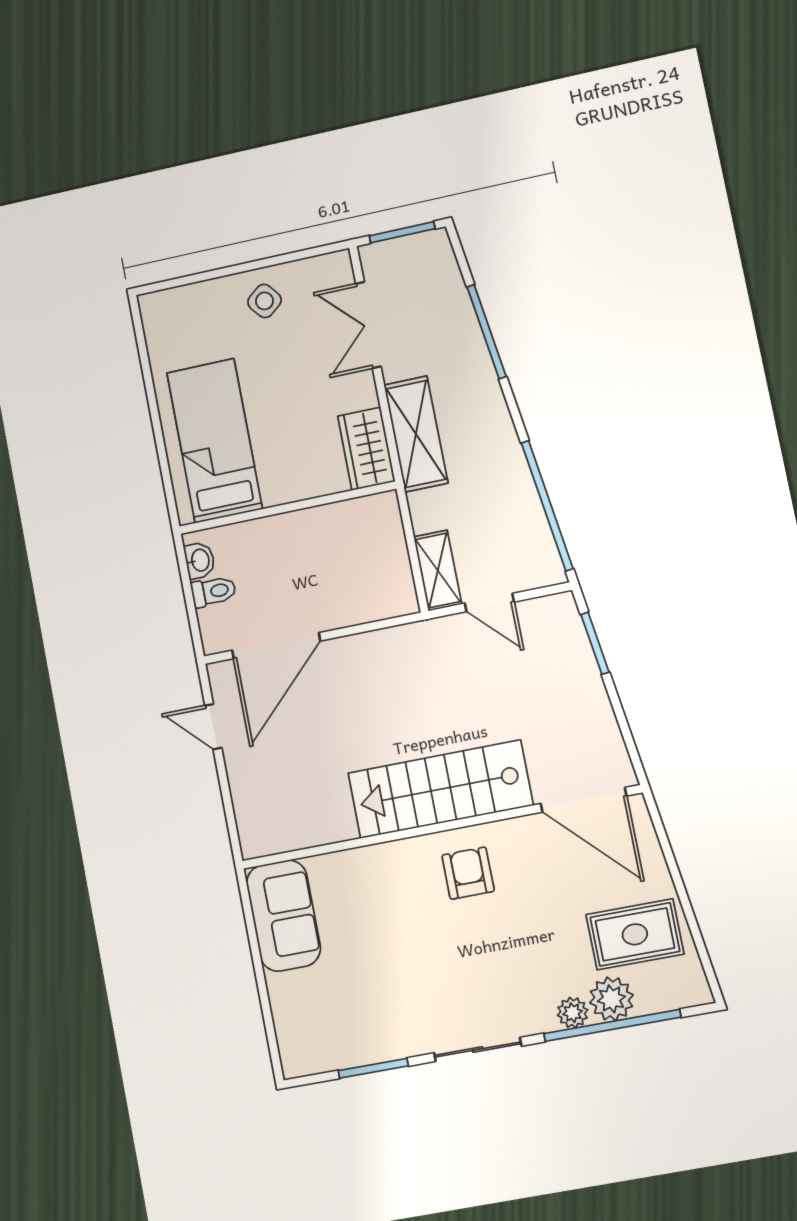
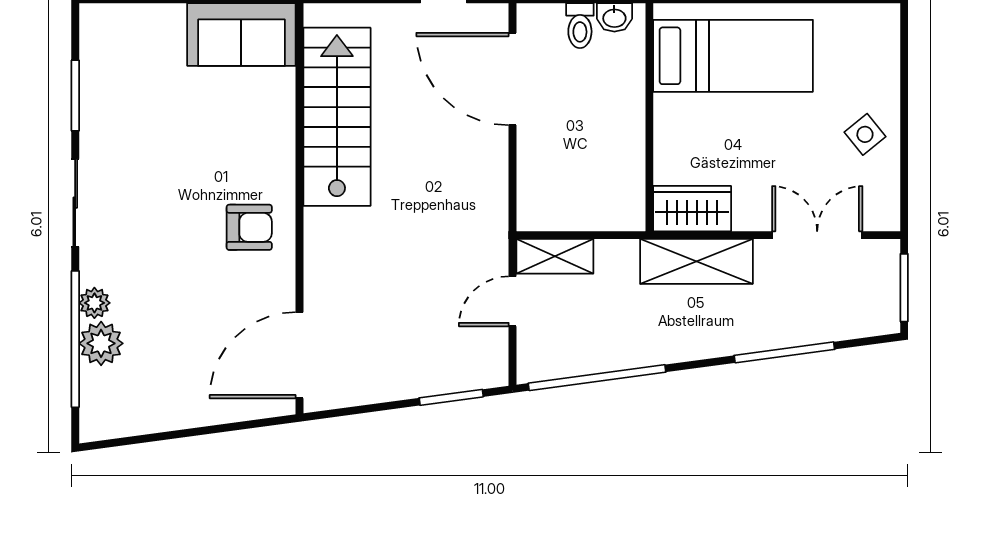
stairs: (440, 789) -> (337, 117), moved
rug: (635, 934) -> (159, 379), removed

